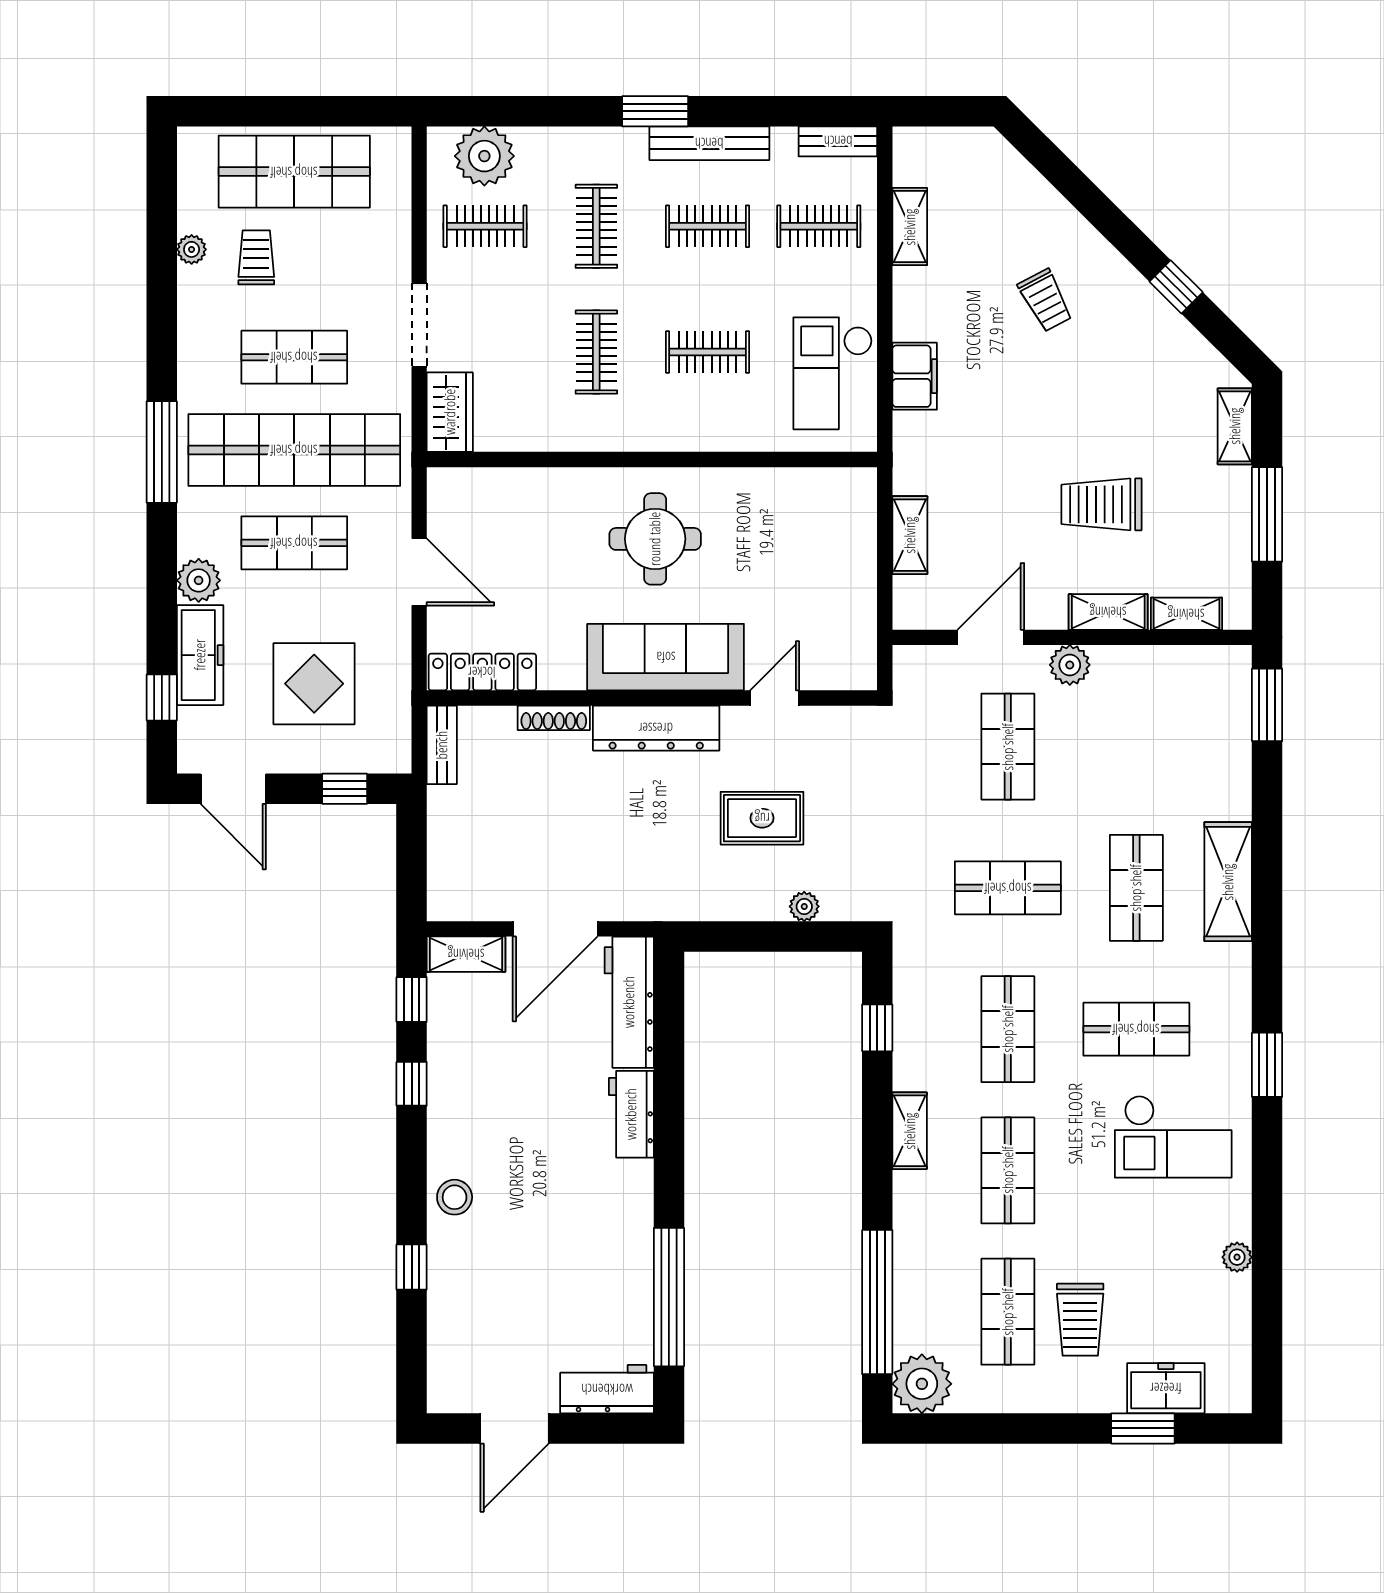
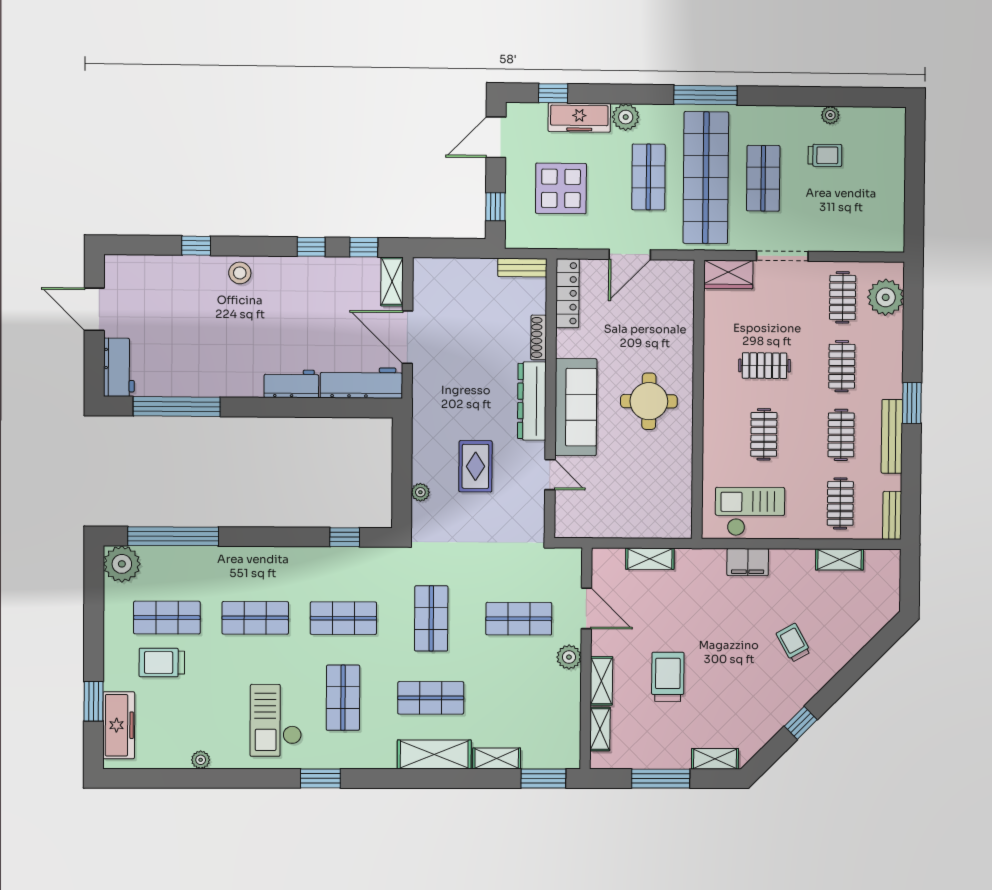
shop shelf: (294, 172) -> (878, 179), removed
clothes rail: (596, 226) -> (842, 366), turned 90
trolley: (1045, 300) -> (793, 643), turned 89
shelving: (910, 1131) -> (497, 759), moved
freezer: (1166, 1388) -> (119, 725), width x1.40

